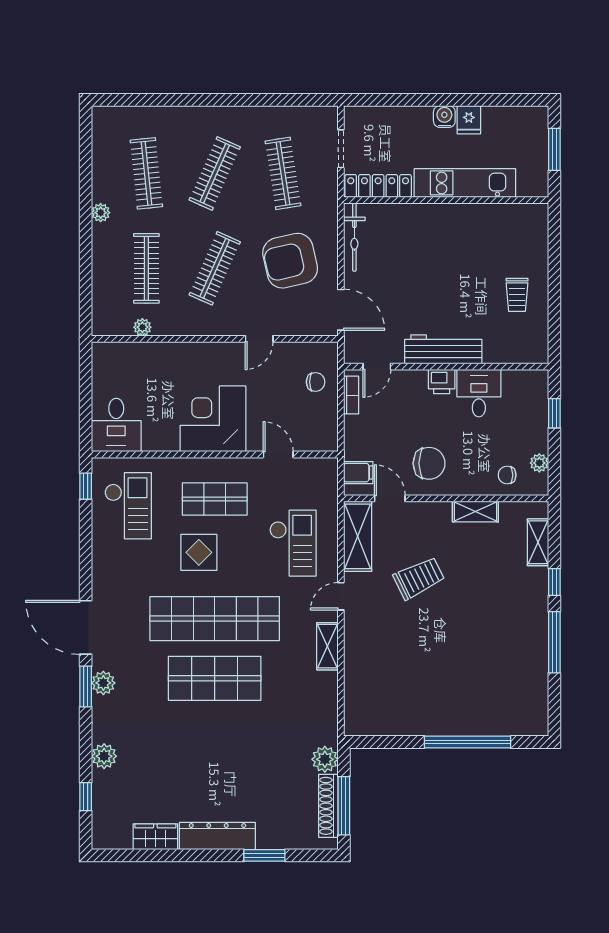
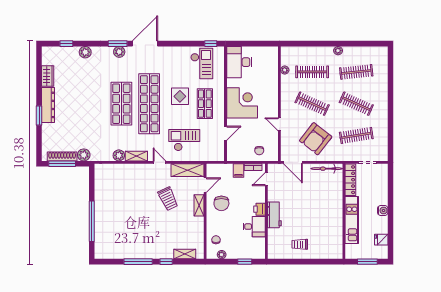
fridge: (469, 120) -> (381, 240), moved
armchair: (290, 261) -> (316, 139), turned -129
door: (341, 310) -> (293, 162), hinge flipped
workbench: (443, 349) -> (274, 215), width x0.73
door: (377, 367) -> (266, 179), hinge flipped
desk: (116, 425) -> (239, 62), width x1.37
filing cabinet: (358, 473) -> (238, 170), moved
checkout: (128, 506) -> (202, 63), turned -90
shelving: (475, 512) -> (199, 205), moved
checkout: (293, 543) -> (184, 140), turned 180
plant: (326, 684) -> (119, 155), added
window: (264, 855) -> (39, 116), moved

